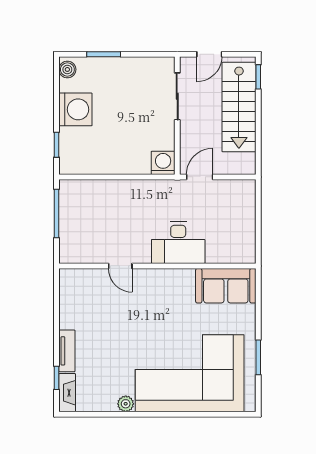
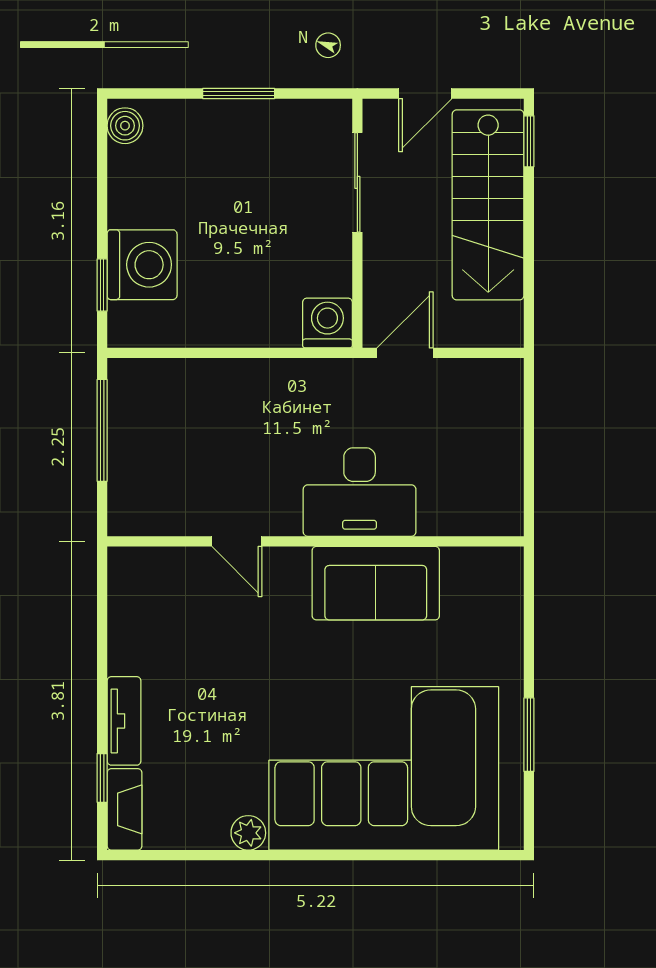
window: (104, 54) -> (239, 93), moved
washing machine: (75, 109) -> (142, 265), moved
sofa: (226, 286) -> (376, 583), moved

